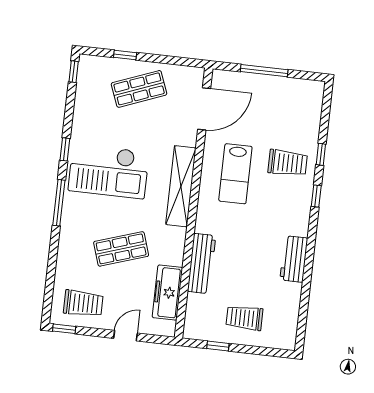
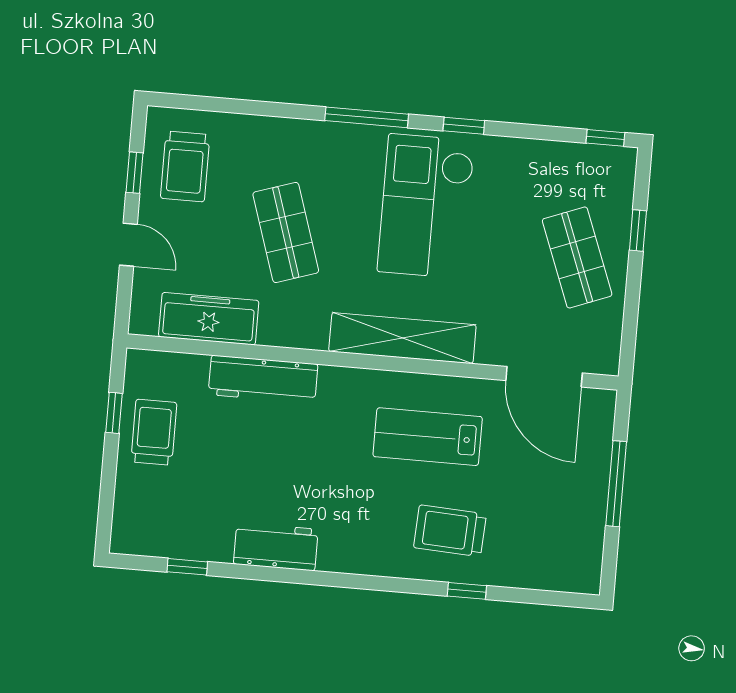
trolley: (288, 163) -> (450, 531), turned 93
window: (316, 196) -> (187, 567), moved
trolley: (244, 318) -> (154, 432), moved
window: (64, 329) -> (135, 173), moved

